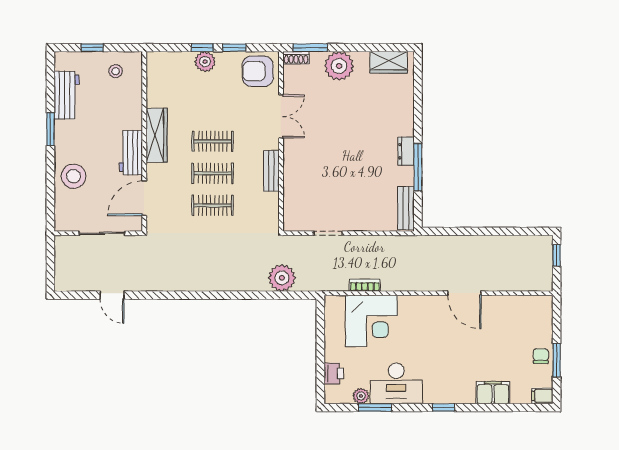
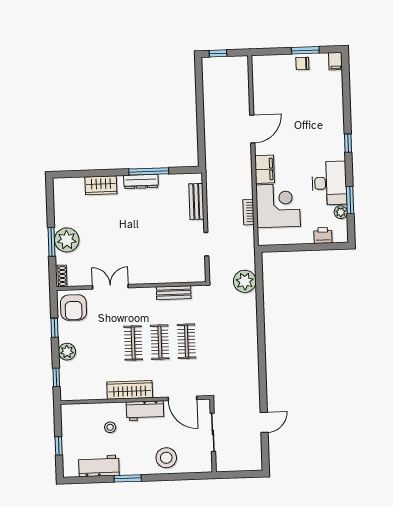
window: (202, 48) -> (56, 377), moved
window: (310, 48) -> (52, 242), moved
wardrobe: (389, 62) -> (101, 185), moved, turned 90
stool: (116, 71) -> (110, 427), moved
dresser: (406, 151) -> (141, 181), width x1.44
bench: (271, 171) -> (174, 293), moved
bench: (406, 208) -> (196, 202), moved, turned 90
filing cabinet: (493, 393) -> (265, 169), moved, turned 180

